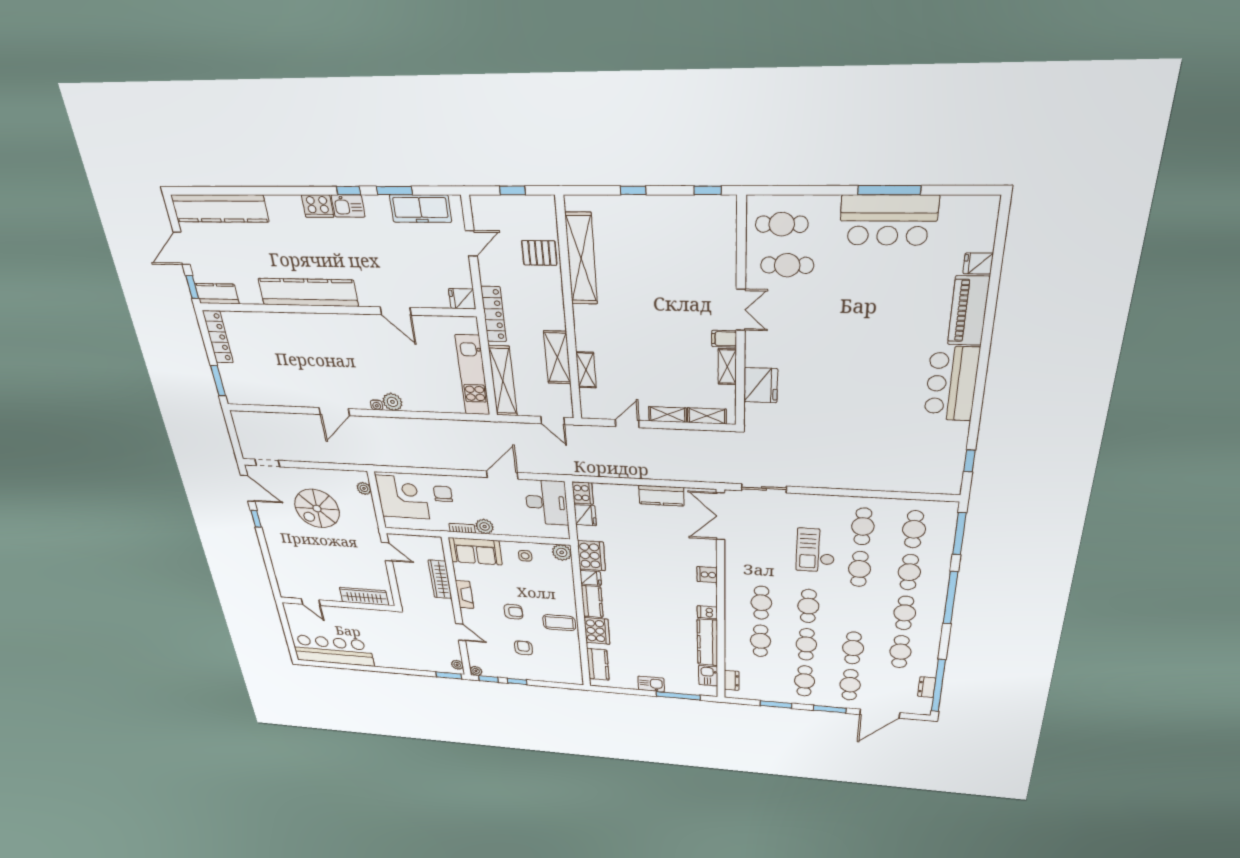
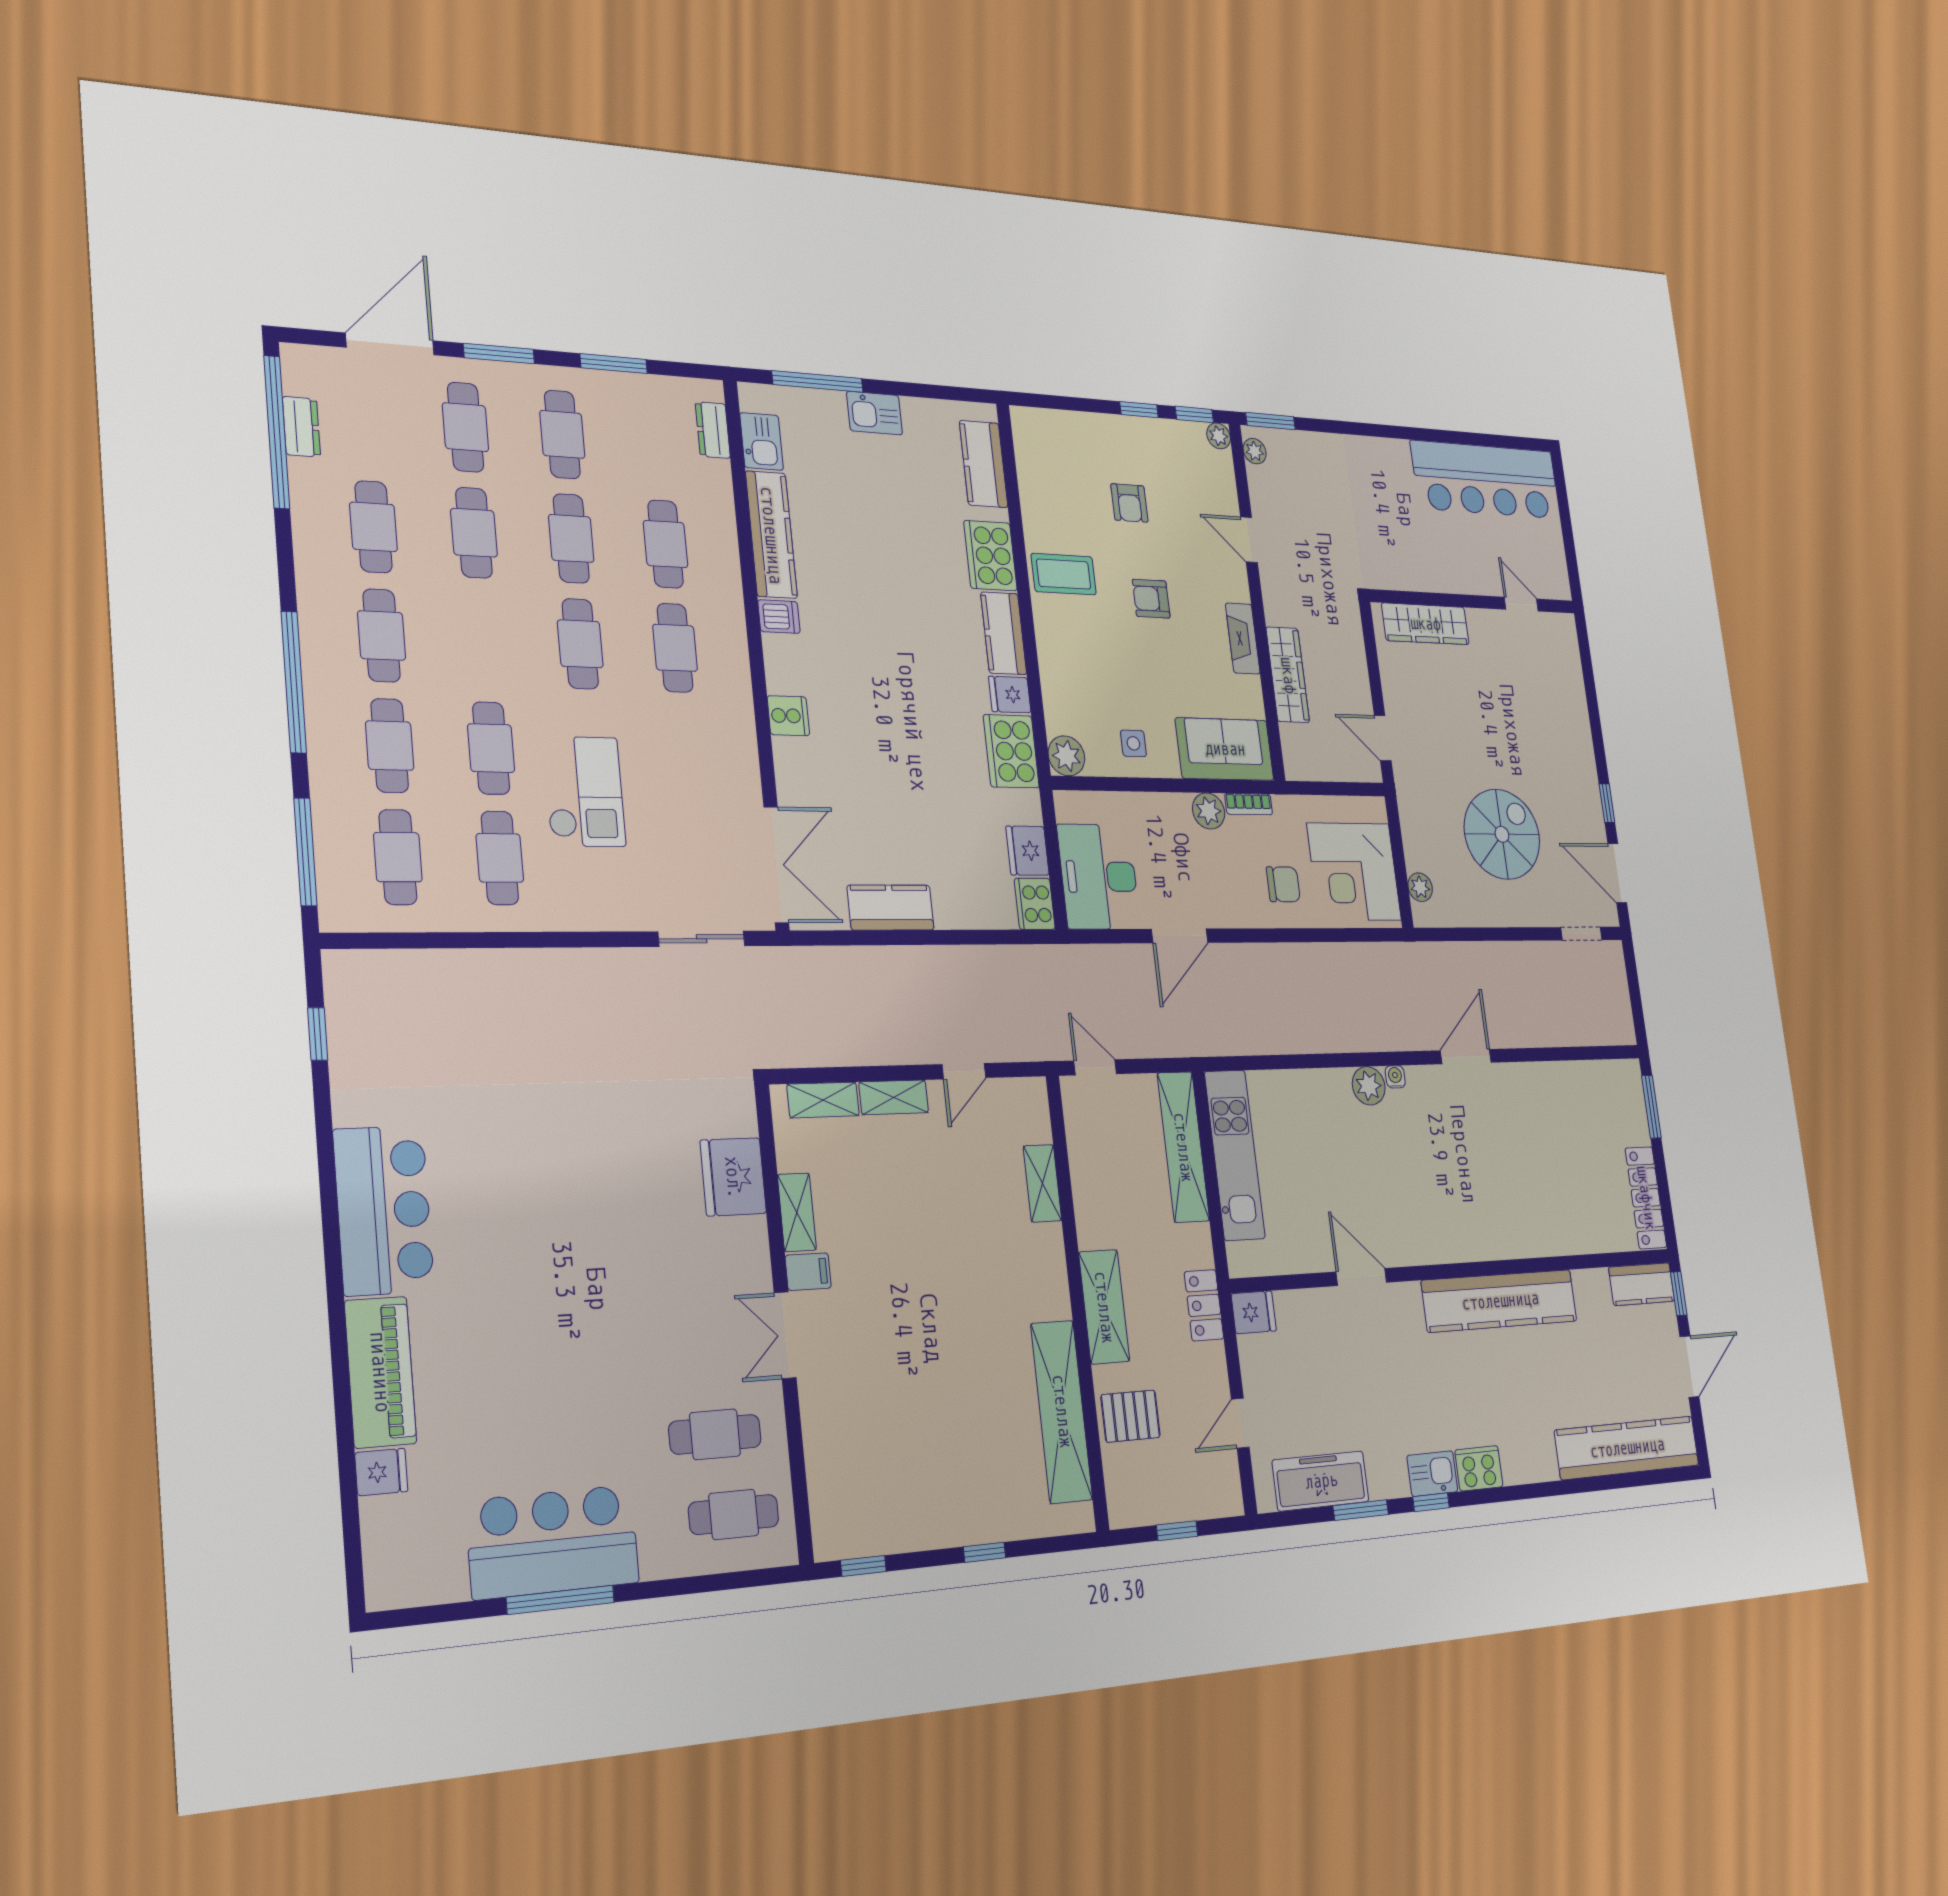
locker: (494, 314) -> (1204, 1305), width x0.66
shelving: (557, 357) -> (1104, 1307), moved
chair: (443, 494) -> (1283, 884), turned -90

